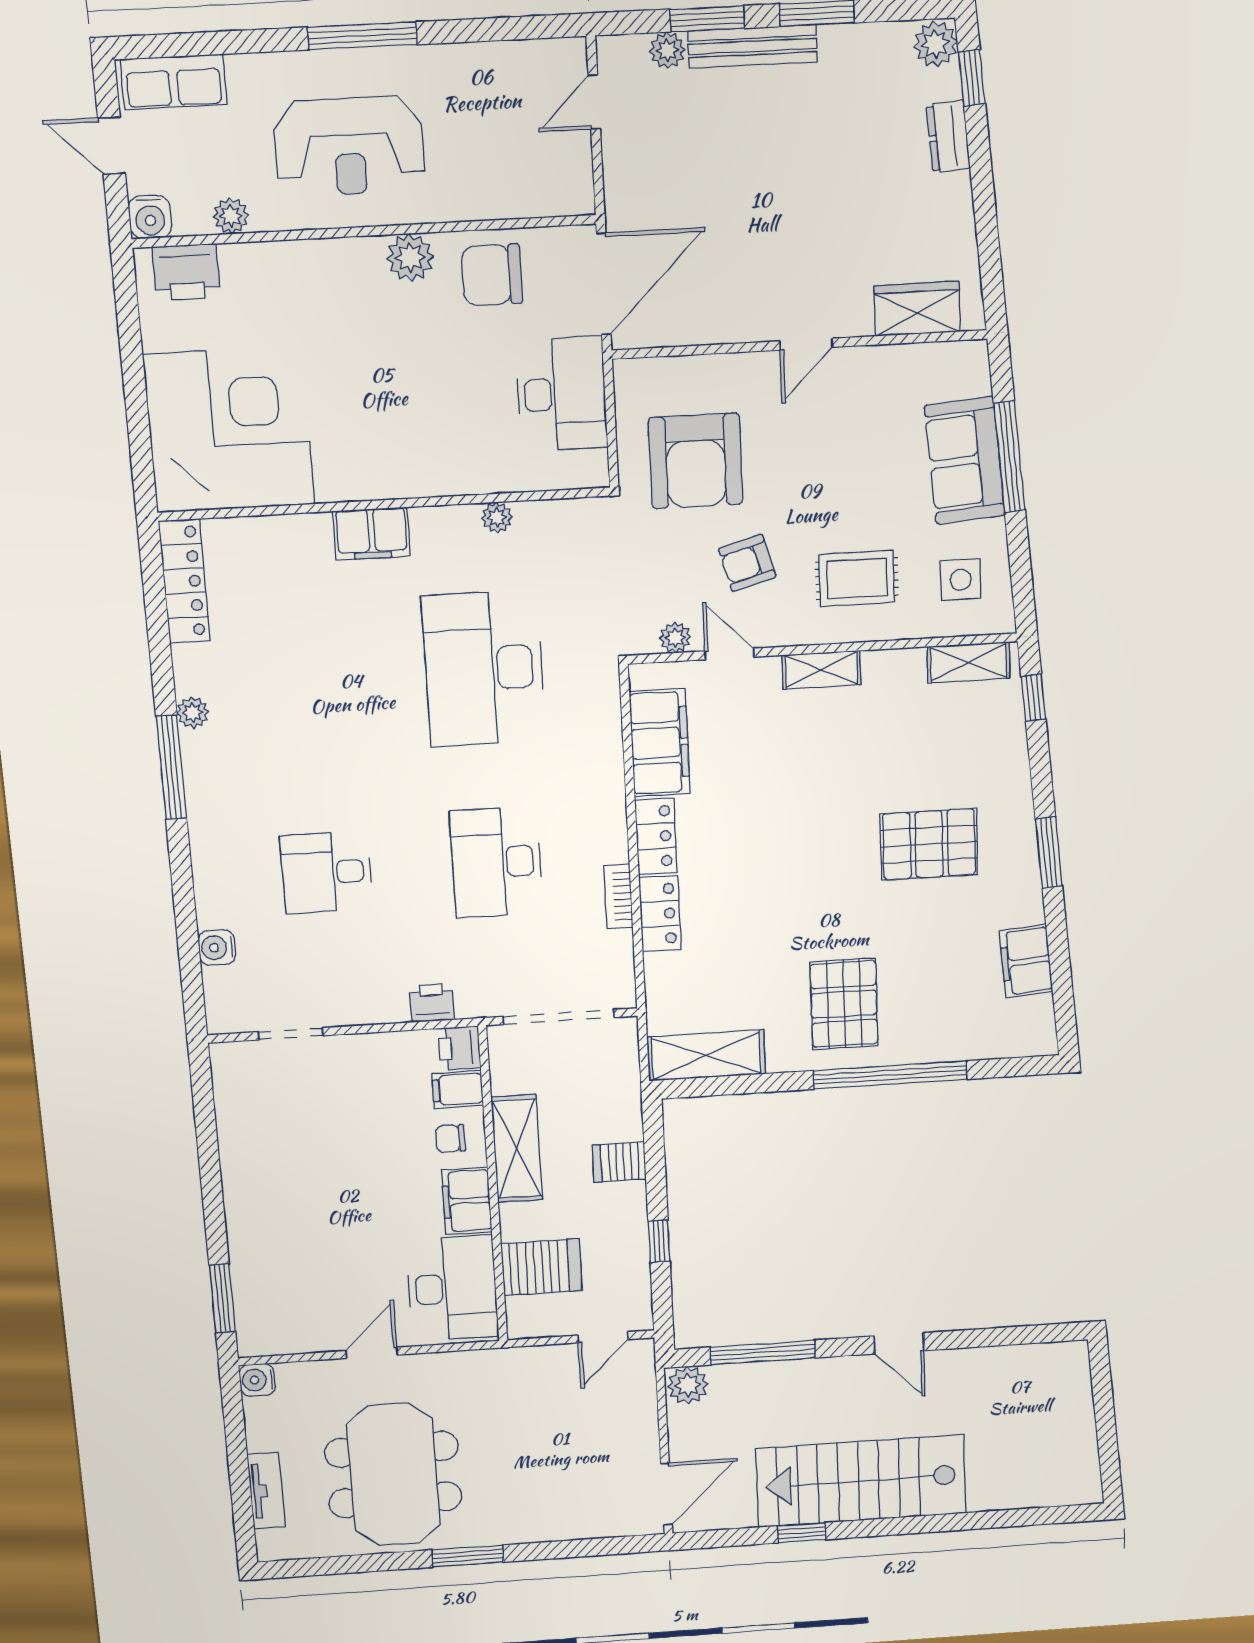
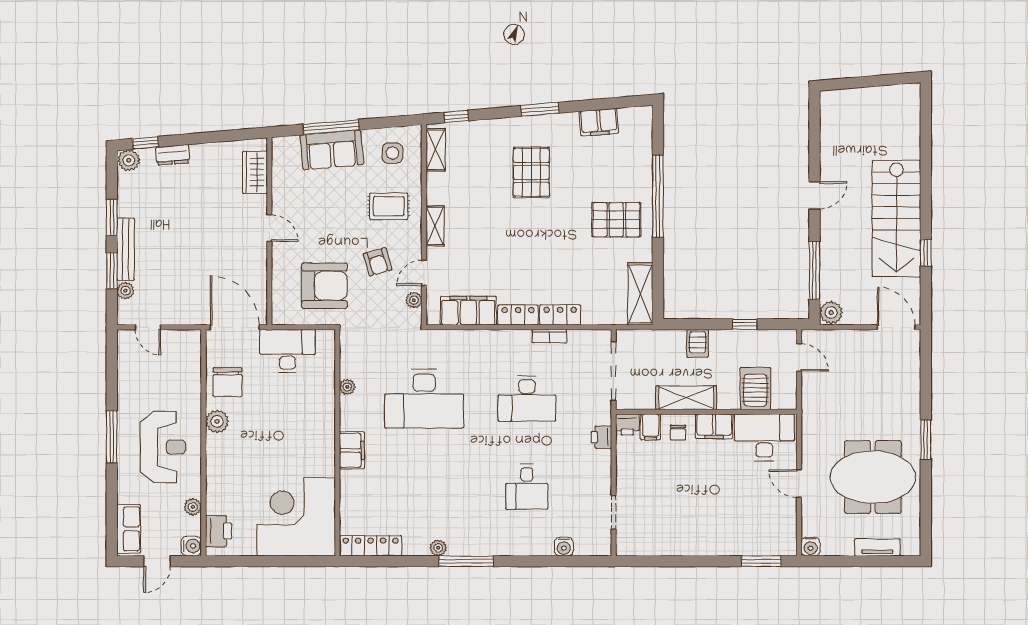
rug: (857, 578) -> (389, 206), turned 90

